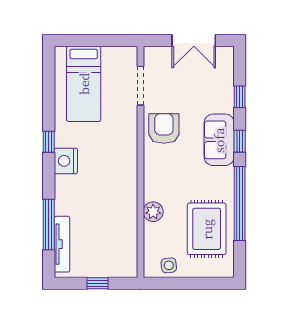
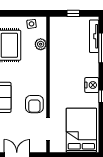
bed: (84, 84) -> (81, 130), width x1.50
plant: (153, 212) -> (41, 44), moved

